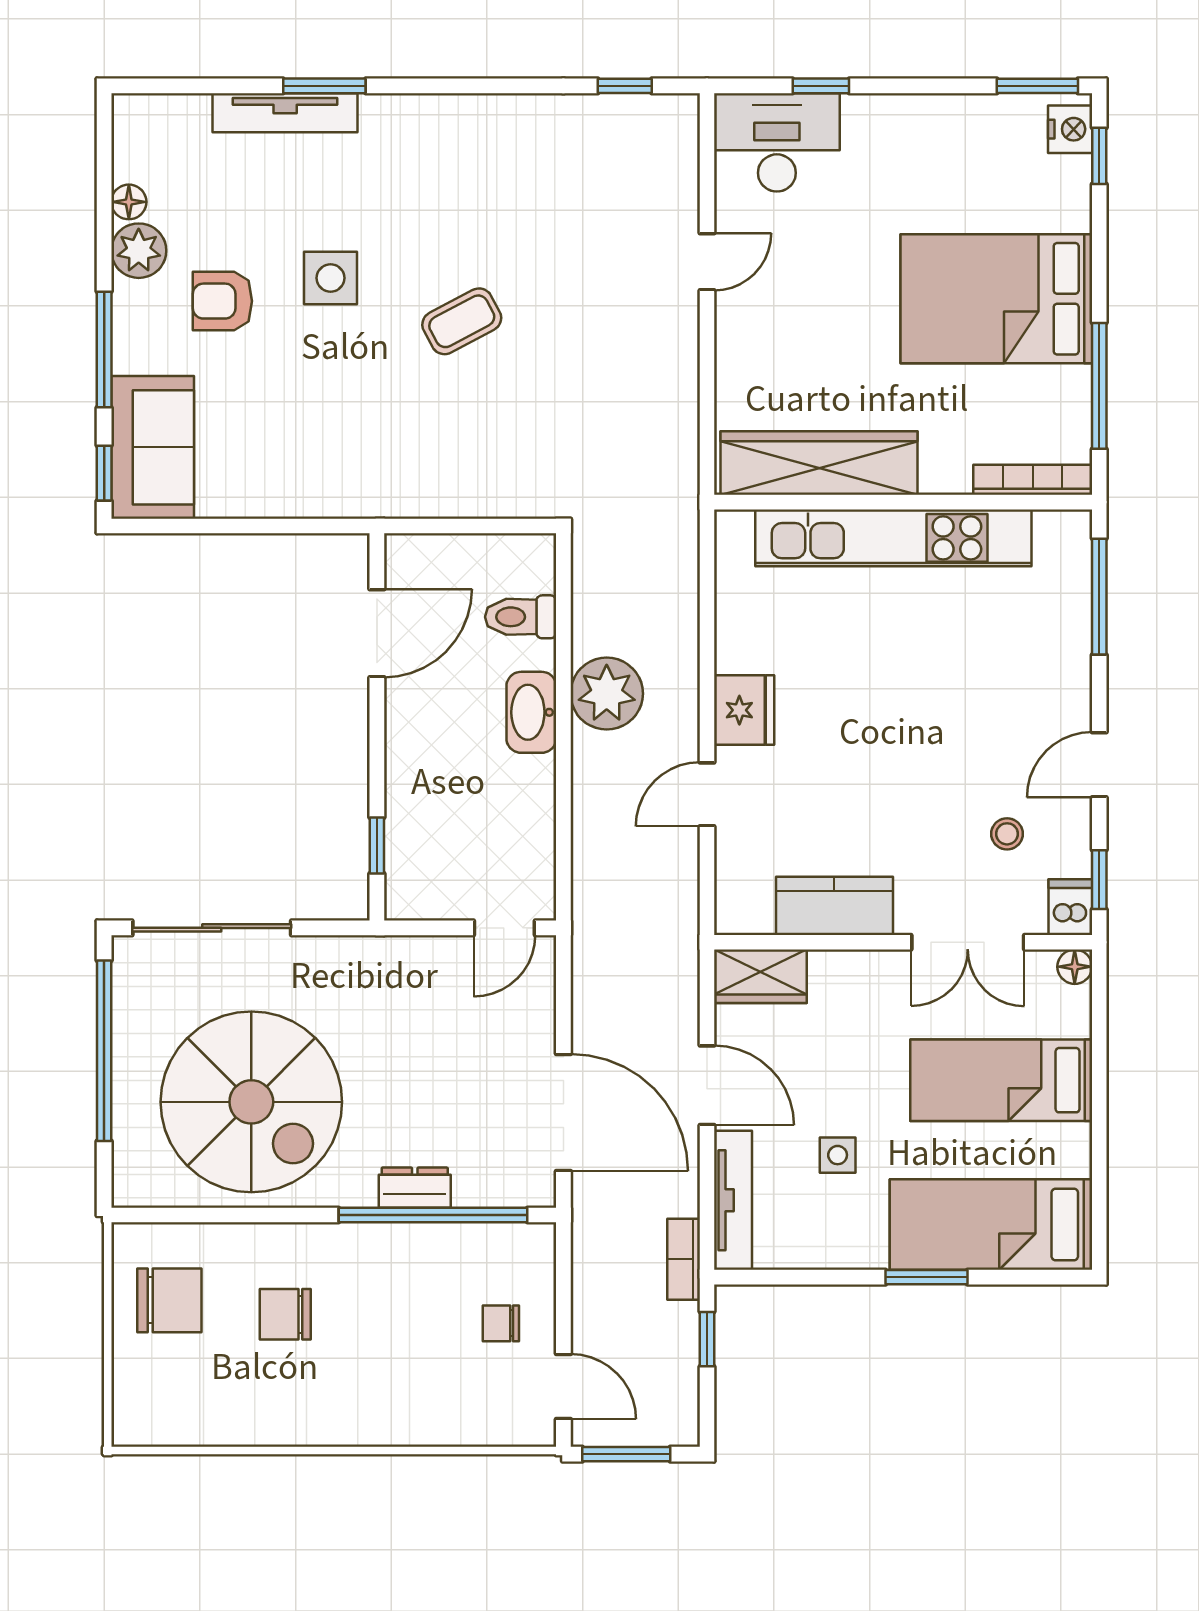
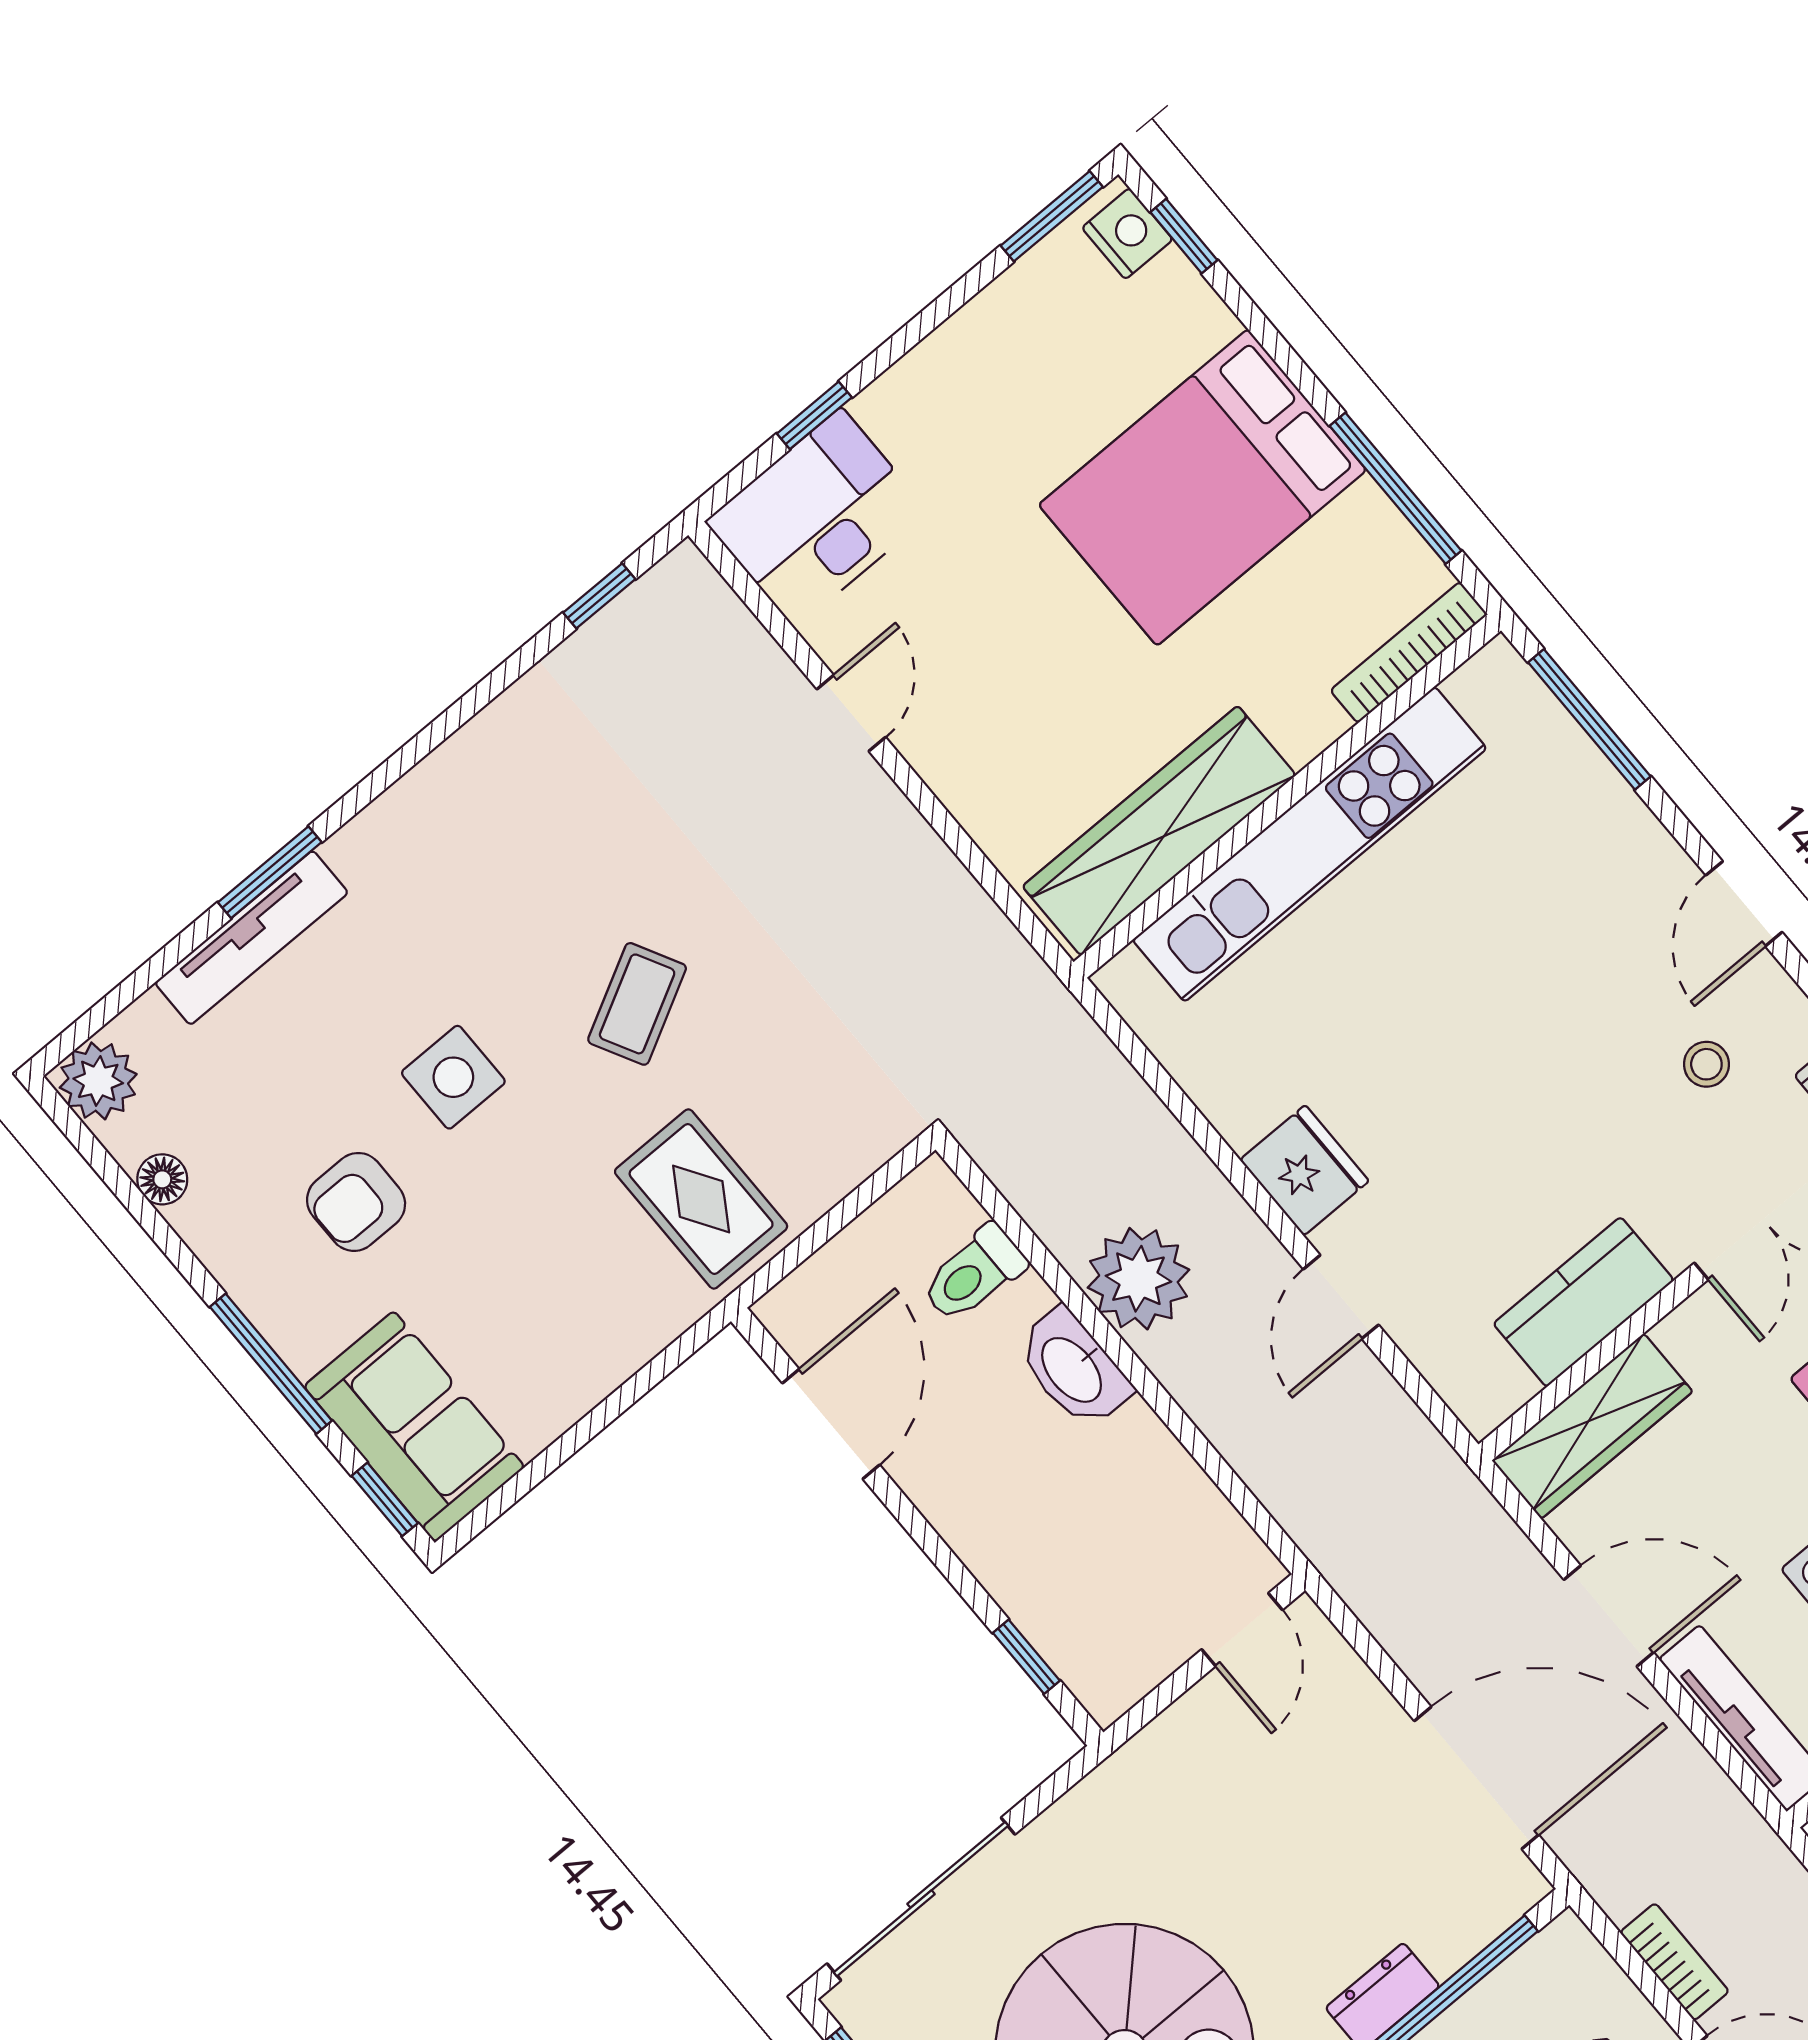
plant: (139, 251) -> (98, 1081), moved
rug: (408, 454) -> (701, 1199), added
wardrobe: (760, 976) -> (1592, 1426), width x1.50
bookcase: (684, 1259) -> (1675, 1962), moved, turned 180

